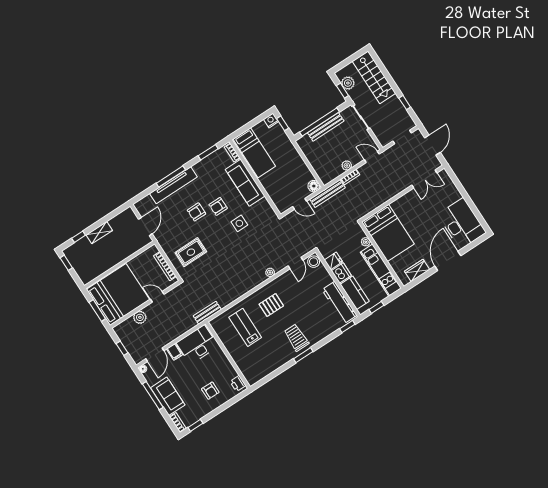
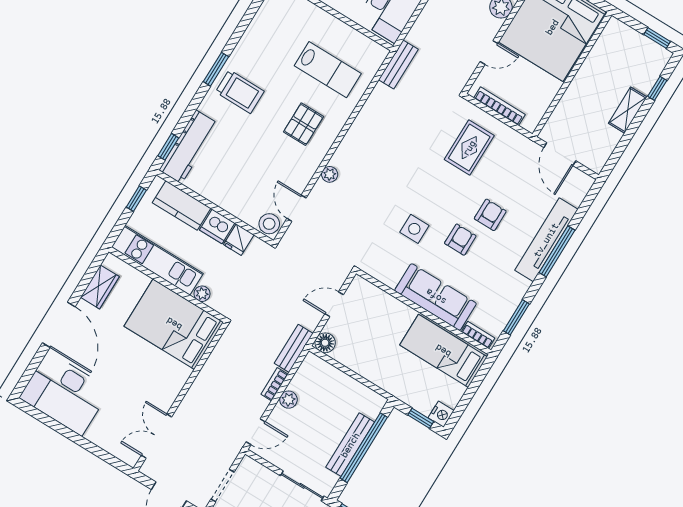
bench: (327, 193) -> (294, 348), width x0.73
workbench: (339, 303) -> (189, 147), moved, turned 90

